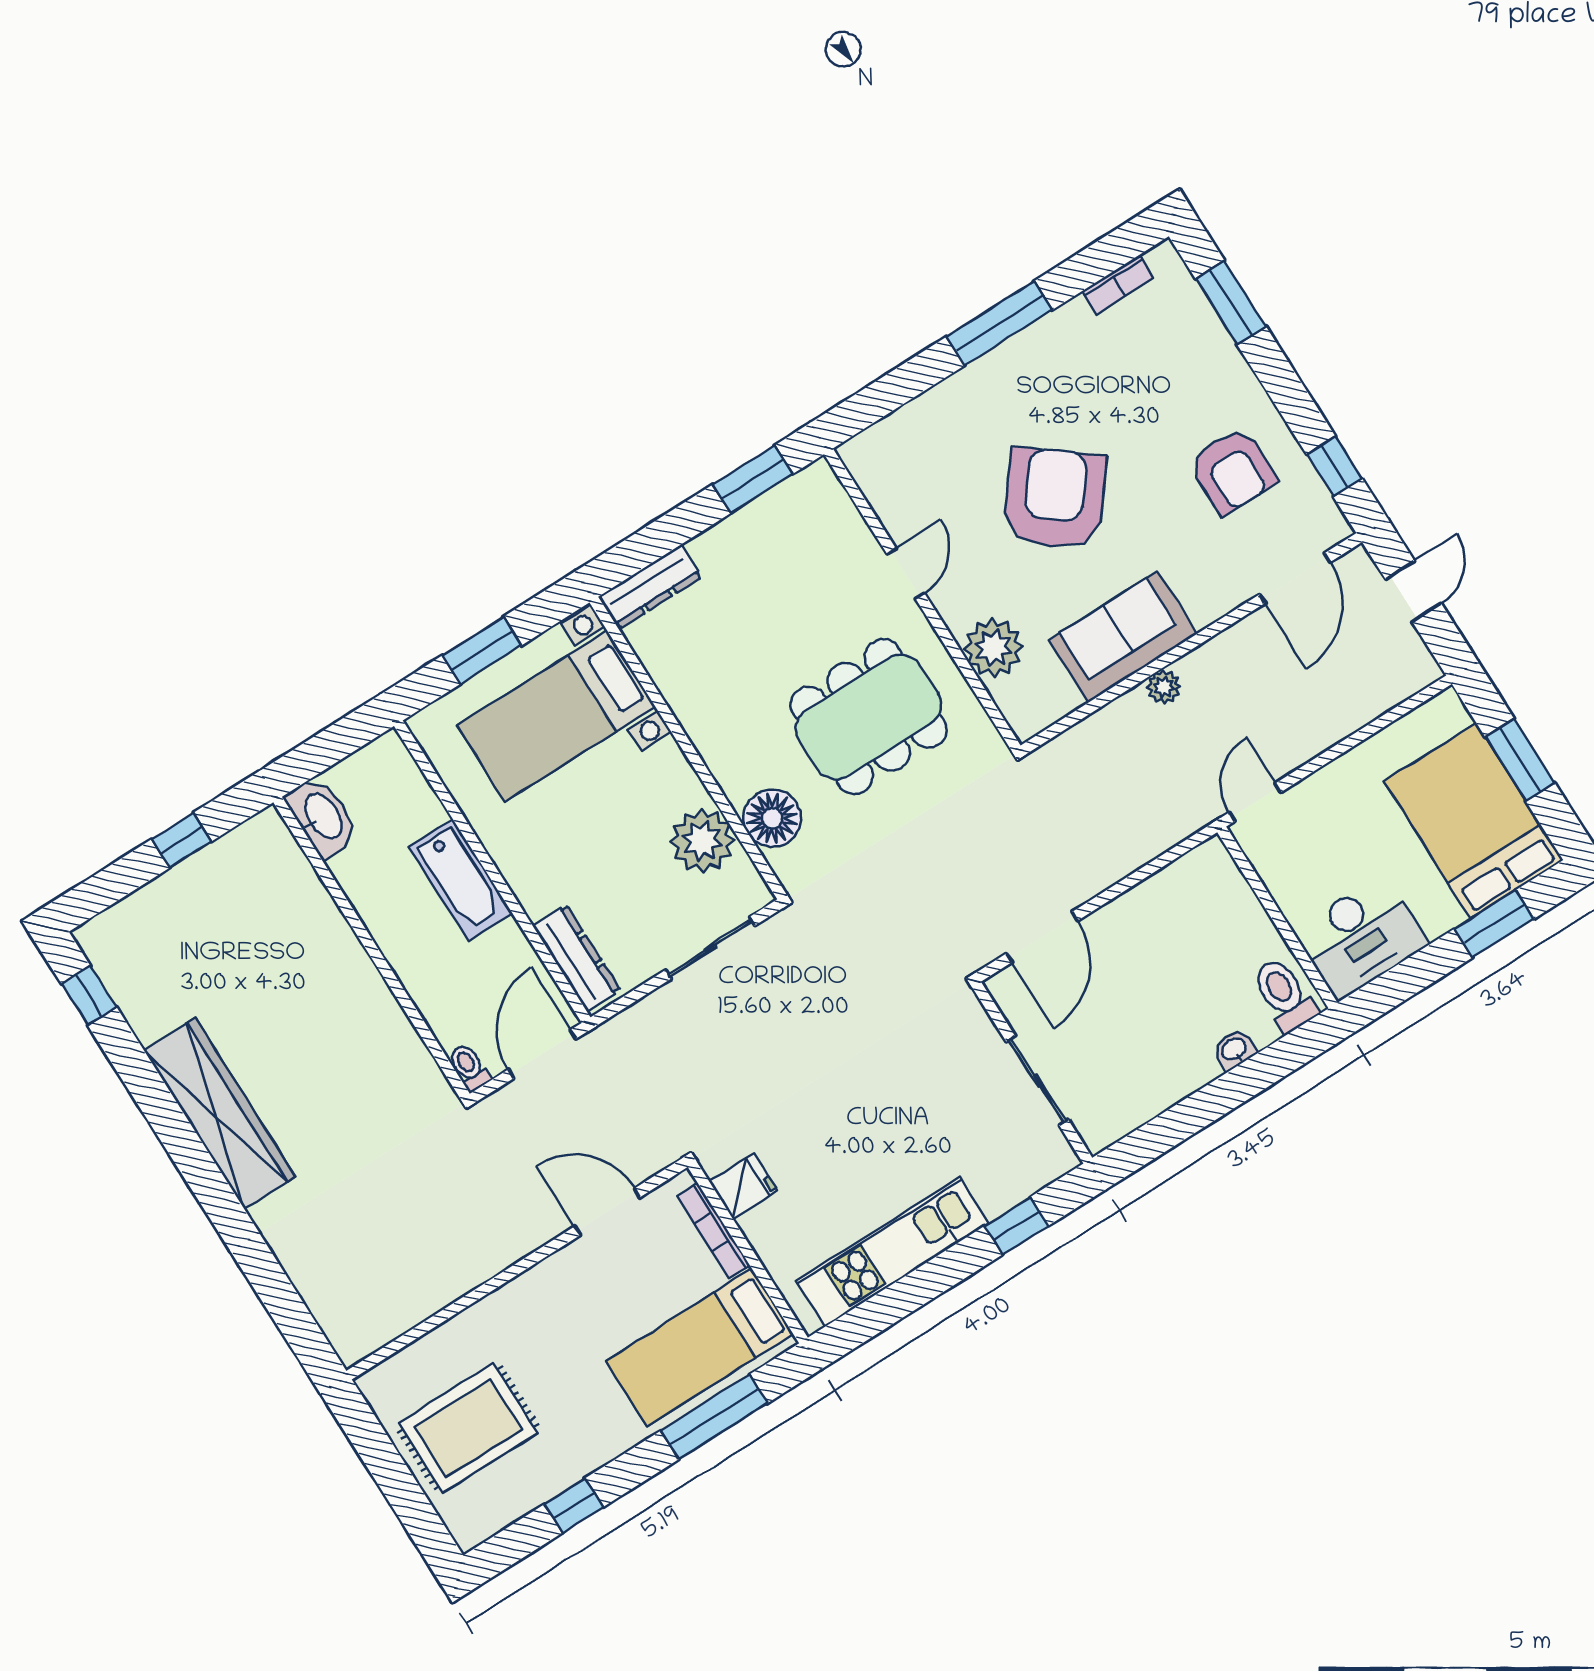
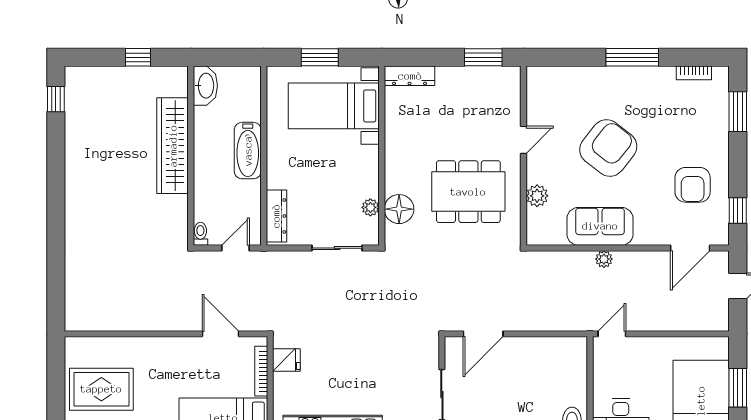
plant: (993, 648) -> (537, 196), width x0.73, depth x0.73
plant: (702, 841) -> (370, 207), width x0.53, depth x0.53
door: (542, 1054) -> (235, 248), width x0.73
wardrobe: (220, 1113) -> (173, 146), moved, turned 180

